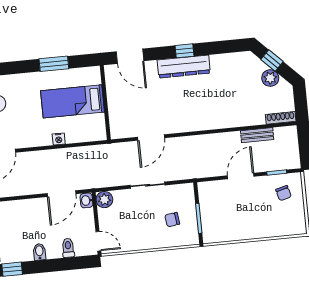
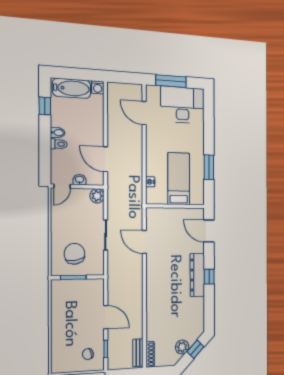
door: (130, 56) -> (209, 231), hinge flipped
bench: (257, 135) -> (138, 353), moved
nightstand: (59, 139) -> (150, 182), moved
washbasin: (86, 200) -> (80, 180), moved
chair: (172, 220) -> (74, 254), width x1.87, depth x1.87
toilet: (68, 248) -> (59, 144), moved

